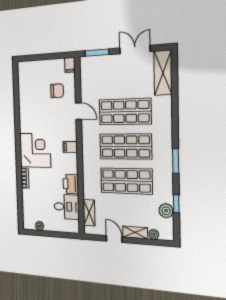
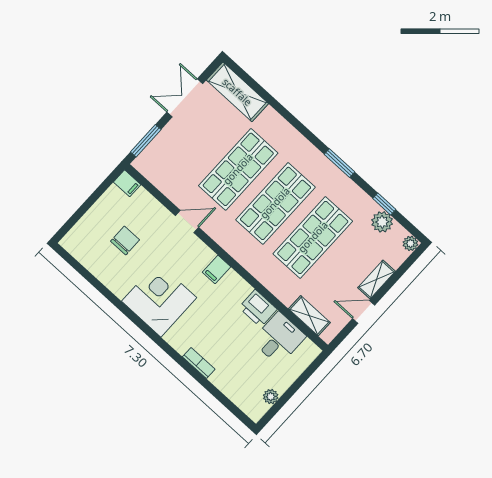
chair: (57, 91) -> (125, 240), moved
corner desk: (35, 150) -> (159, 299), moved
plant: (154, 234) -> (410, 243), moved

